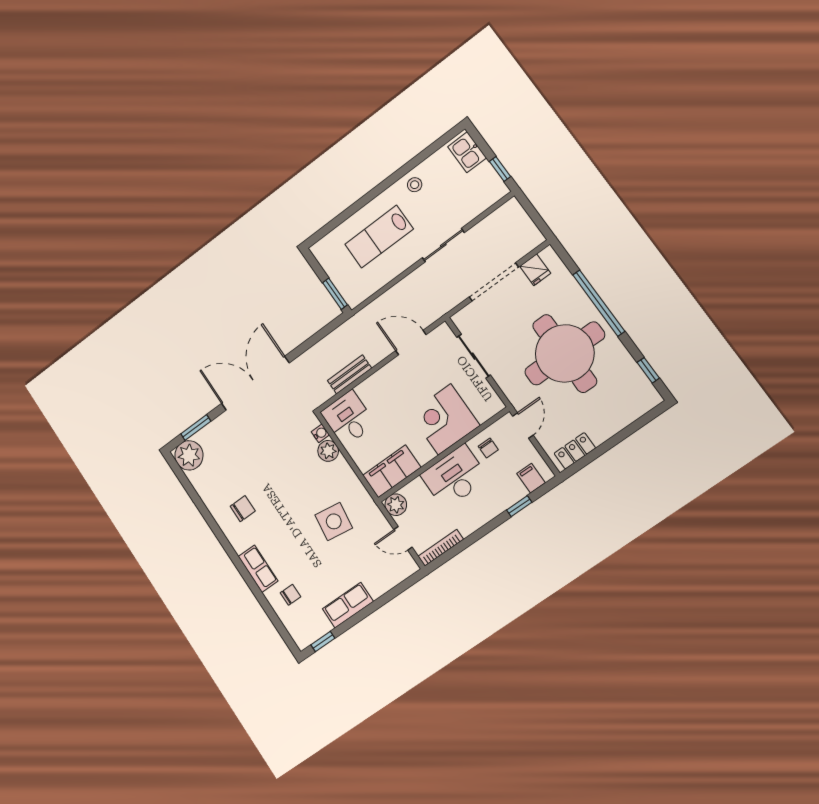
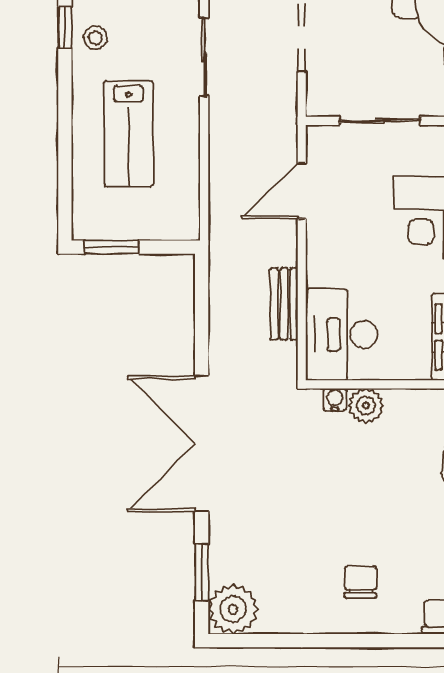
window: (409, 166) -> (65, 27), added
window: (335, 294) -> (112, 247), moved
desk: (348, 418) -> (342, 335), width x1.37

